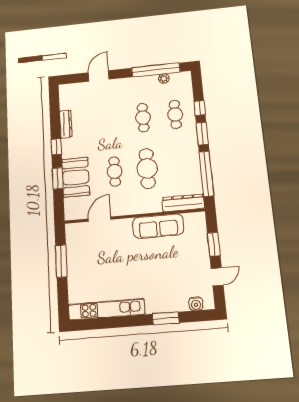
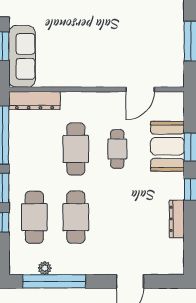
cafe table: (175, 114) -> (34, 217), width x1.37, depth x1.35
cafe table: (143, 118) -> (76, 217), width x1.37, depth x1.35
sofa: (158, 226) -> (22, 56), moved, turned 90

